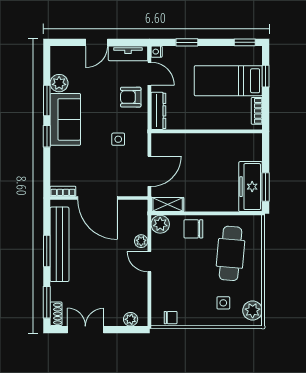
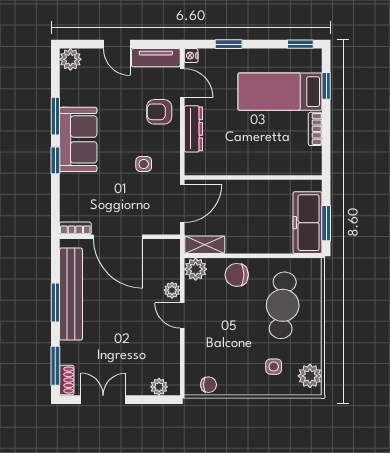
door: (97, 42) -> (117, 44), hinge flipped
plant: (59, 83) -> (70, 59), moved
wall: (207, 131) -> (253, 177), moved

